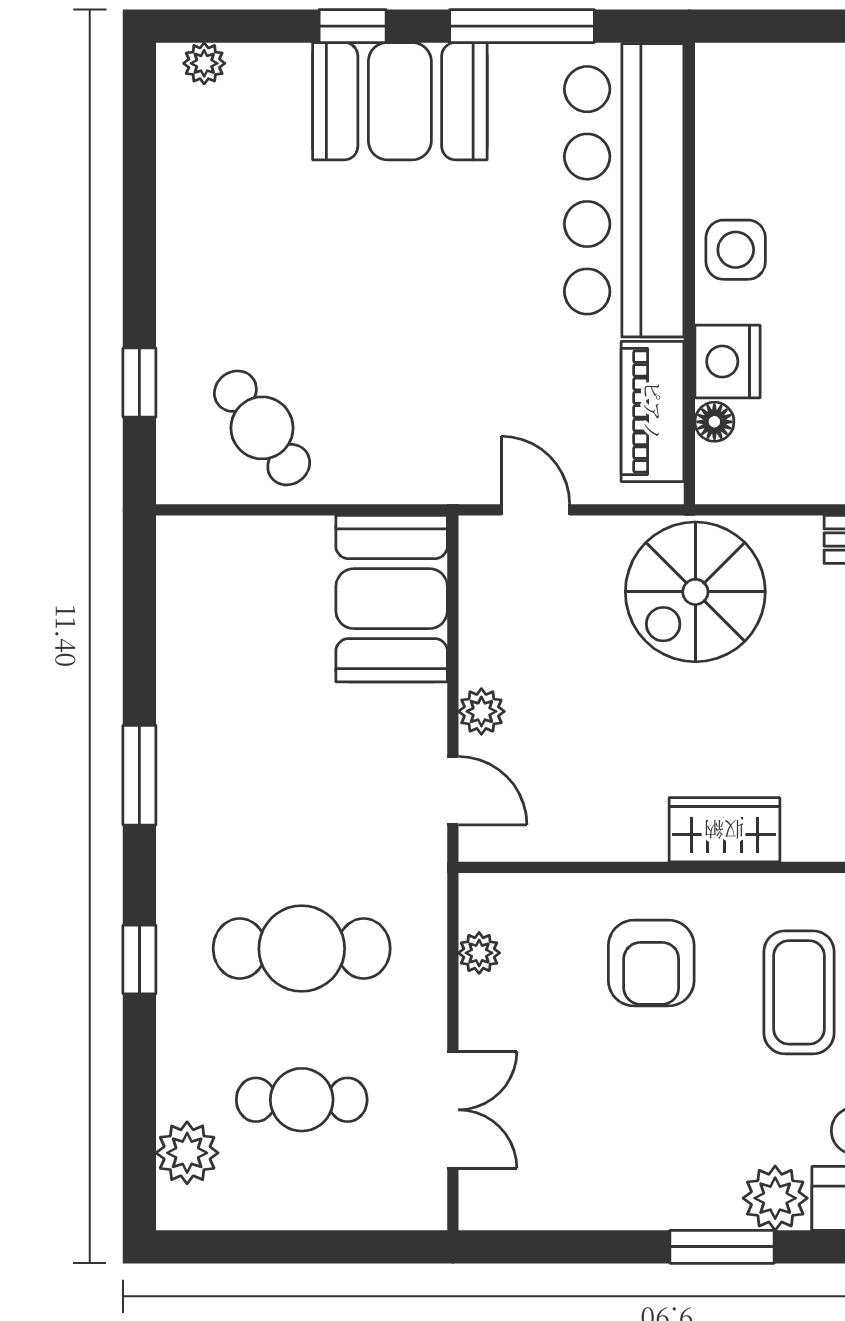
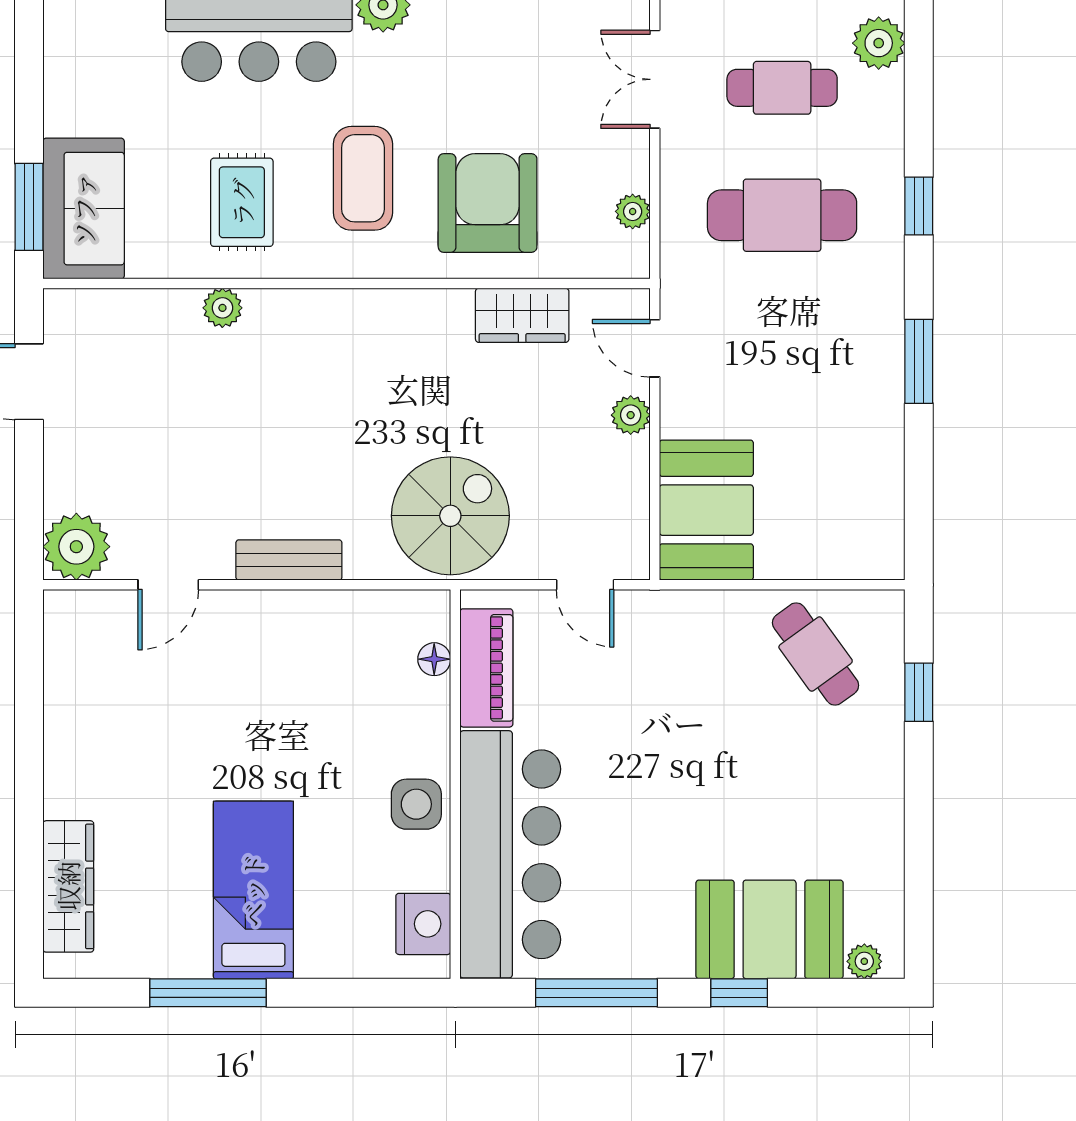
booth: (400, 101) -> (770, 929), moved
nightstand: (727, 362) -> (423, 924), moved
wardrobe: (724, 830) -> (522, 315), moved
armchair: (651, 963) -> (488, 203), width x1.36, depth x1.36

